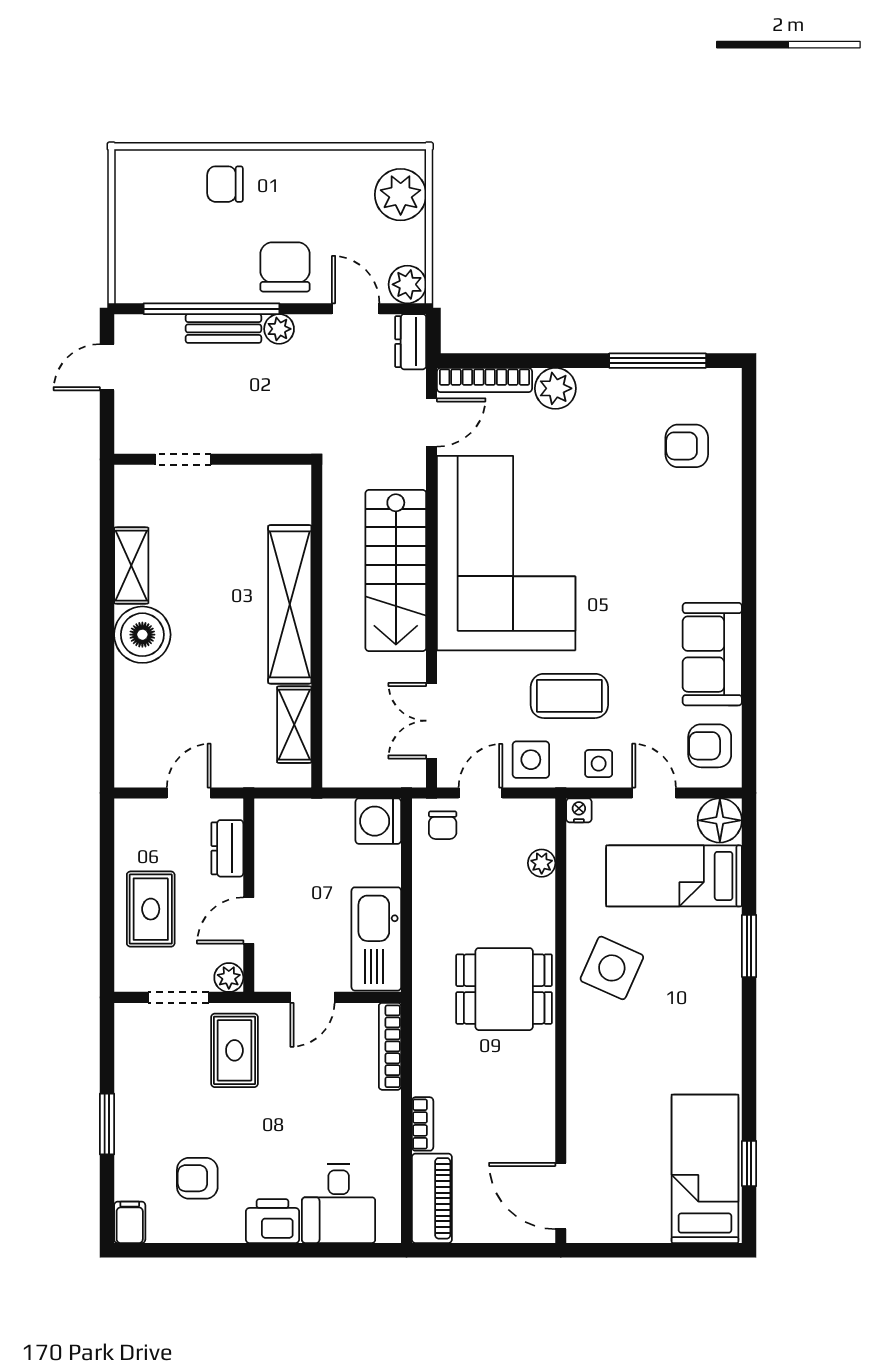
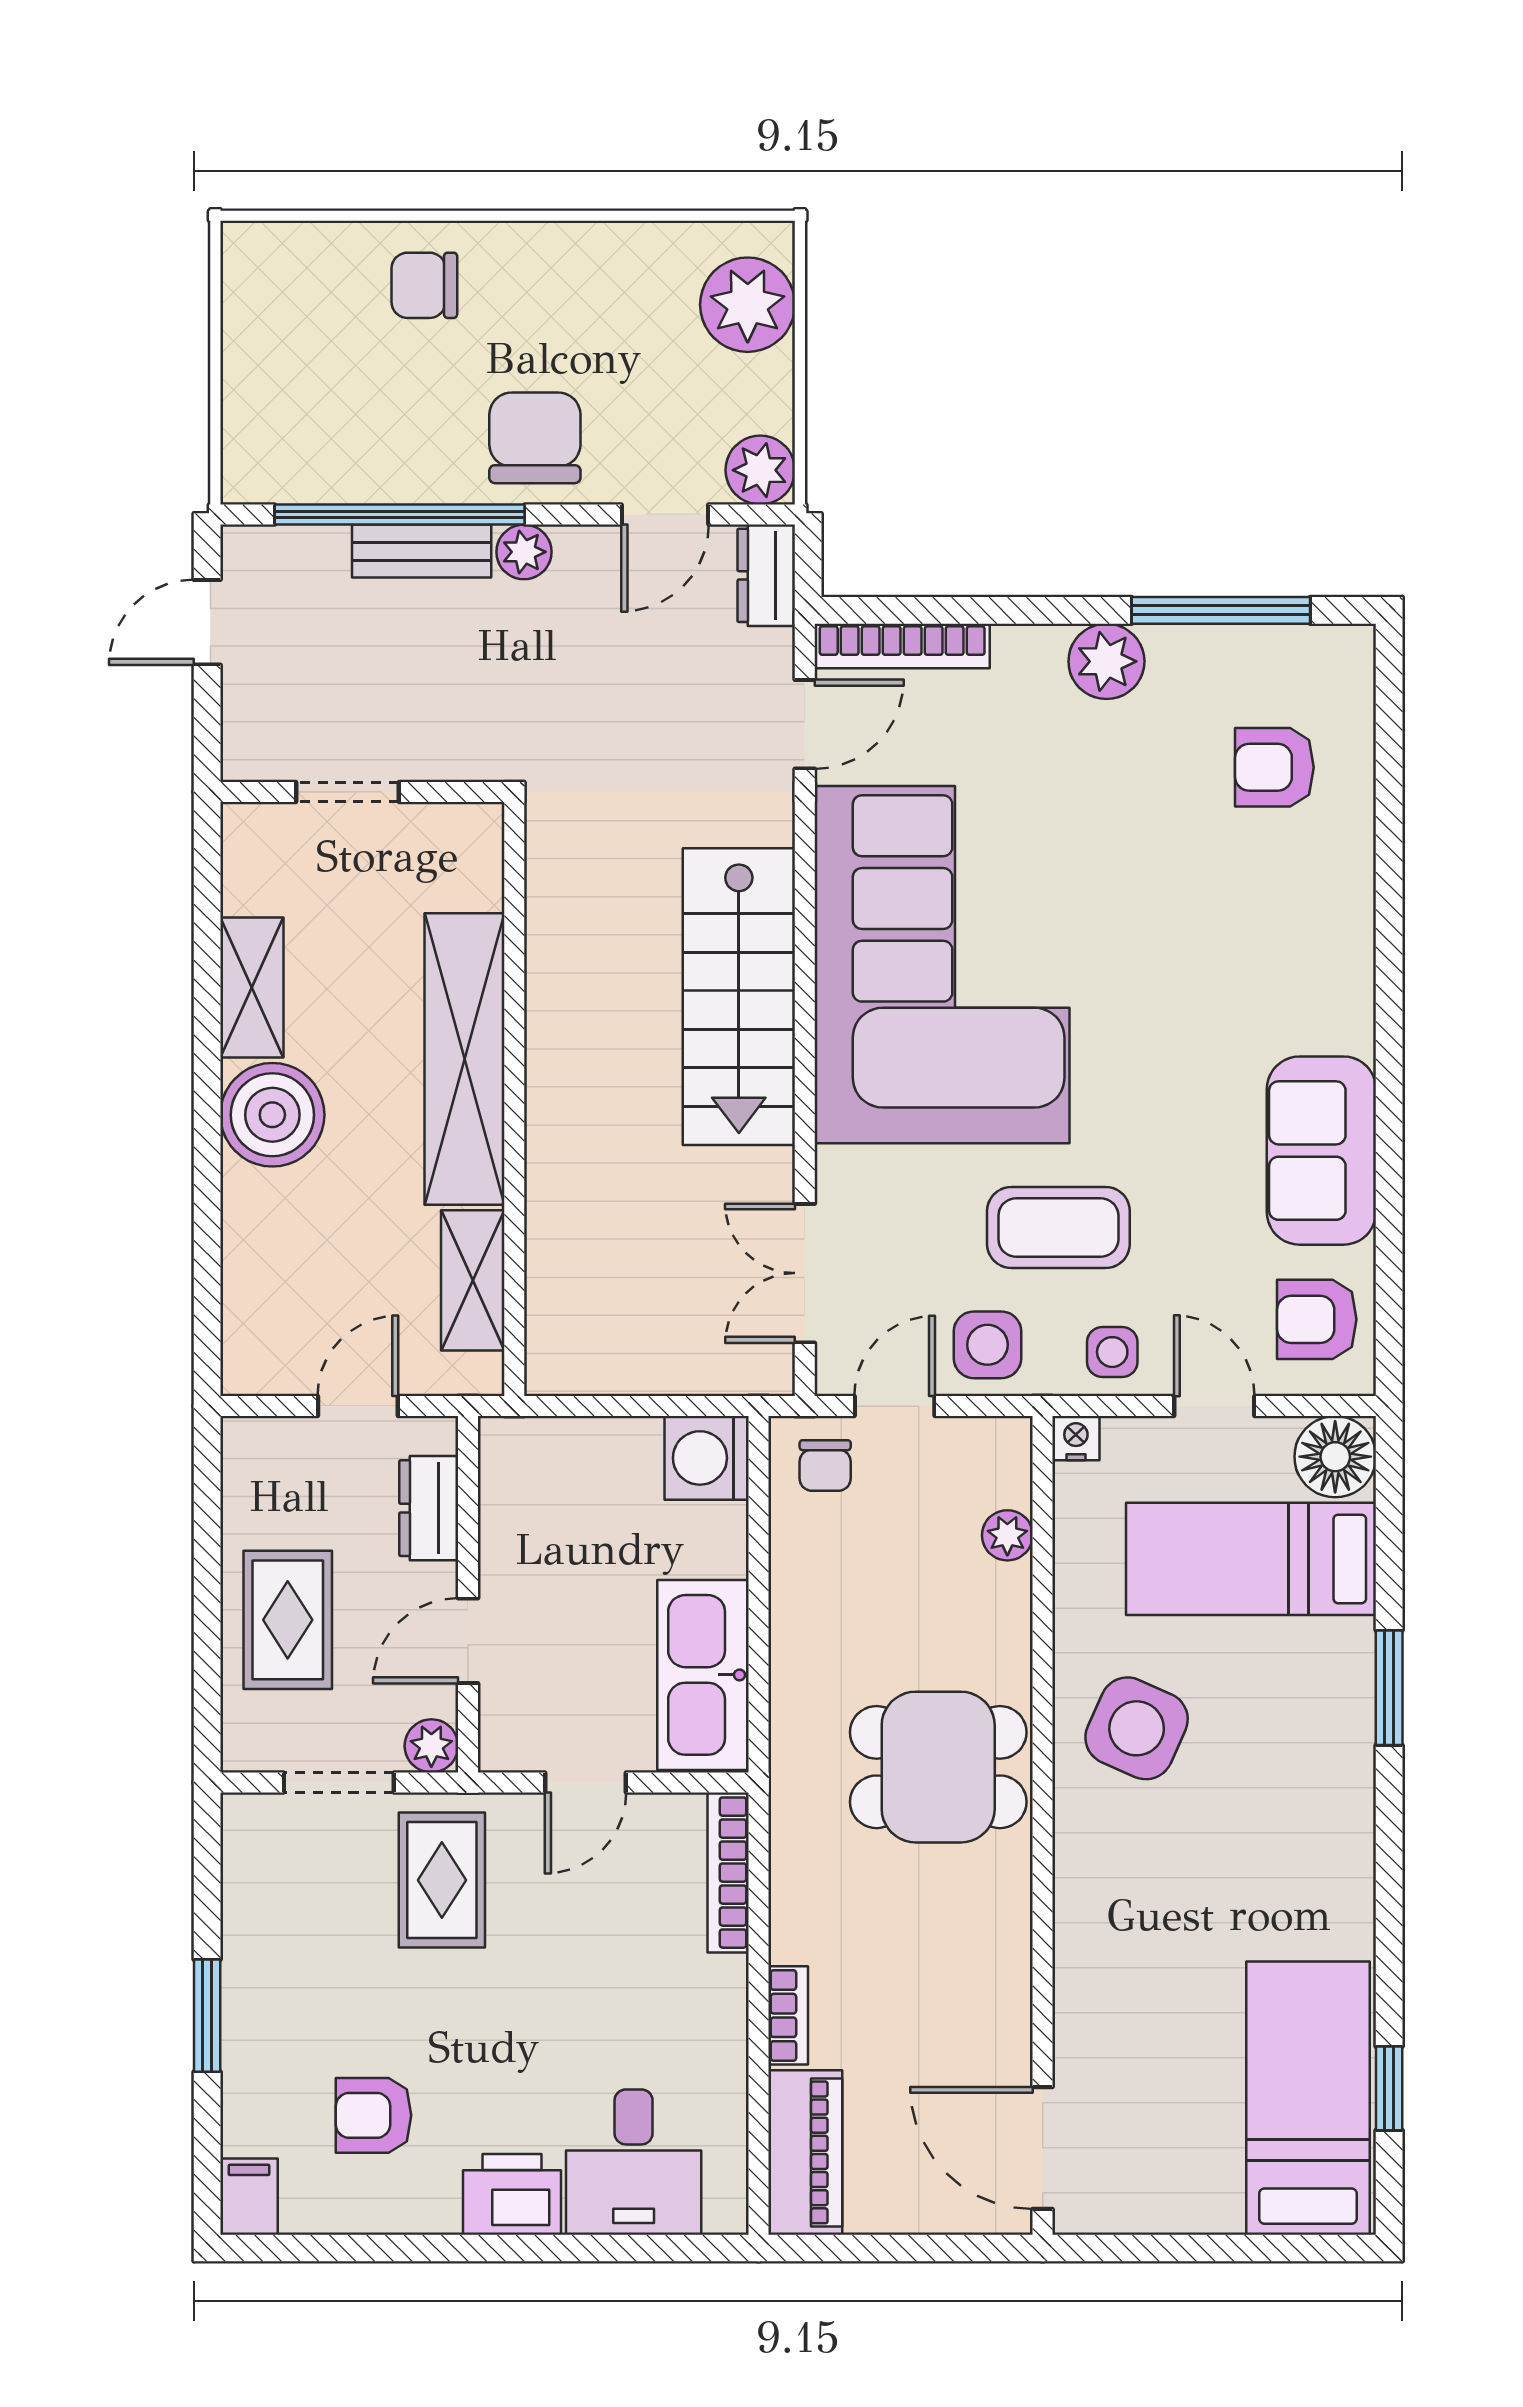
door: (356, 309) -> (665, 515), swing flipped
plant: (555, 388) -> (1106, 661), moved
shelving: (290, 604) -> (465, 1059), moved
wall: (317, 626) -> (514, 1099), moved
shelving: (294, 725) -> (473, 1280), moved

